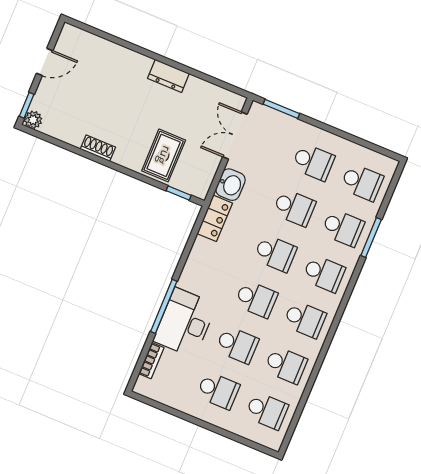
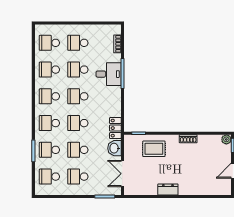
double door: (235, 135) -> (122, 174), swing flipped
rug: (164, 155) -> (154, 149), turned 90
desk: (185, 323) -> (109, 74), width x0.73

